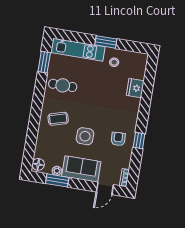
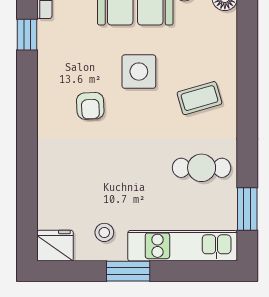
fridge: (135, 88) -> (55, 246), moved, turned -90
armchair: (118, 139) -> (90, 106), moved
window: (139, 141) -> (27, 35), moved

